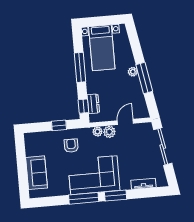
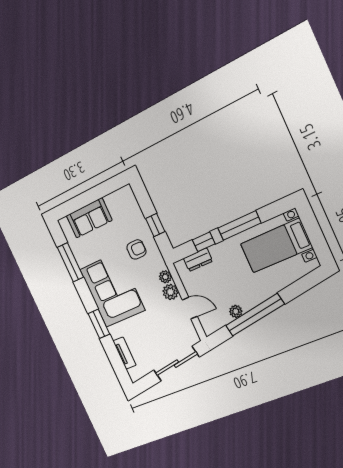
plant: (133, 72) -> (236, 311), moved
window: (144, 78) -> (255, 315), width x1.46
window: (83, 106) -> (204, 242), moved
window: (84, 198) -> (70, 262), moved

